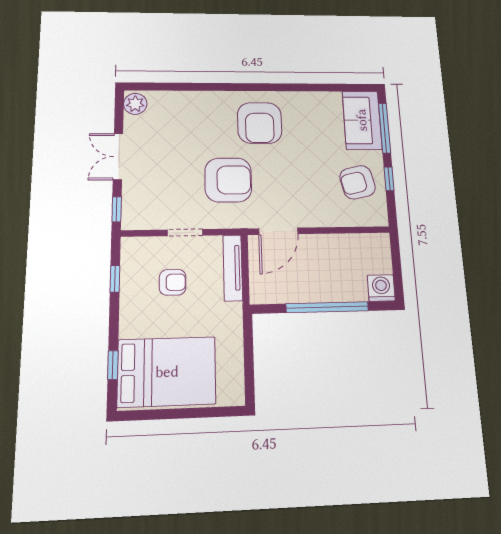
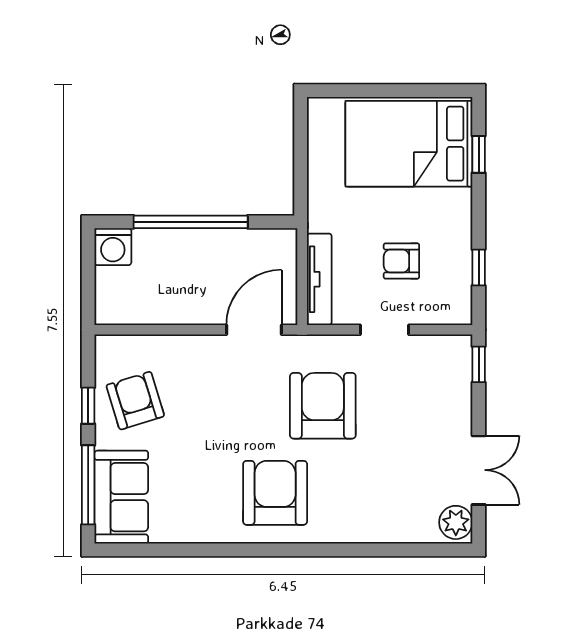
double door: (118, 157) -> (479, 470), moved
armchair: (228, 180) -> (323, 406), turned 90
armchair: (358, 182) -> (135, 401), turned -94

